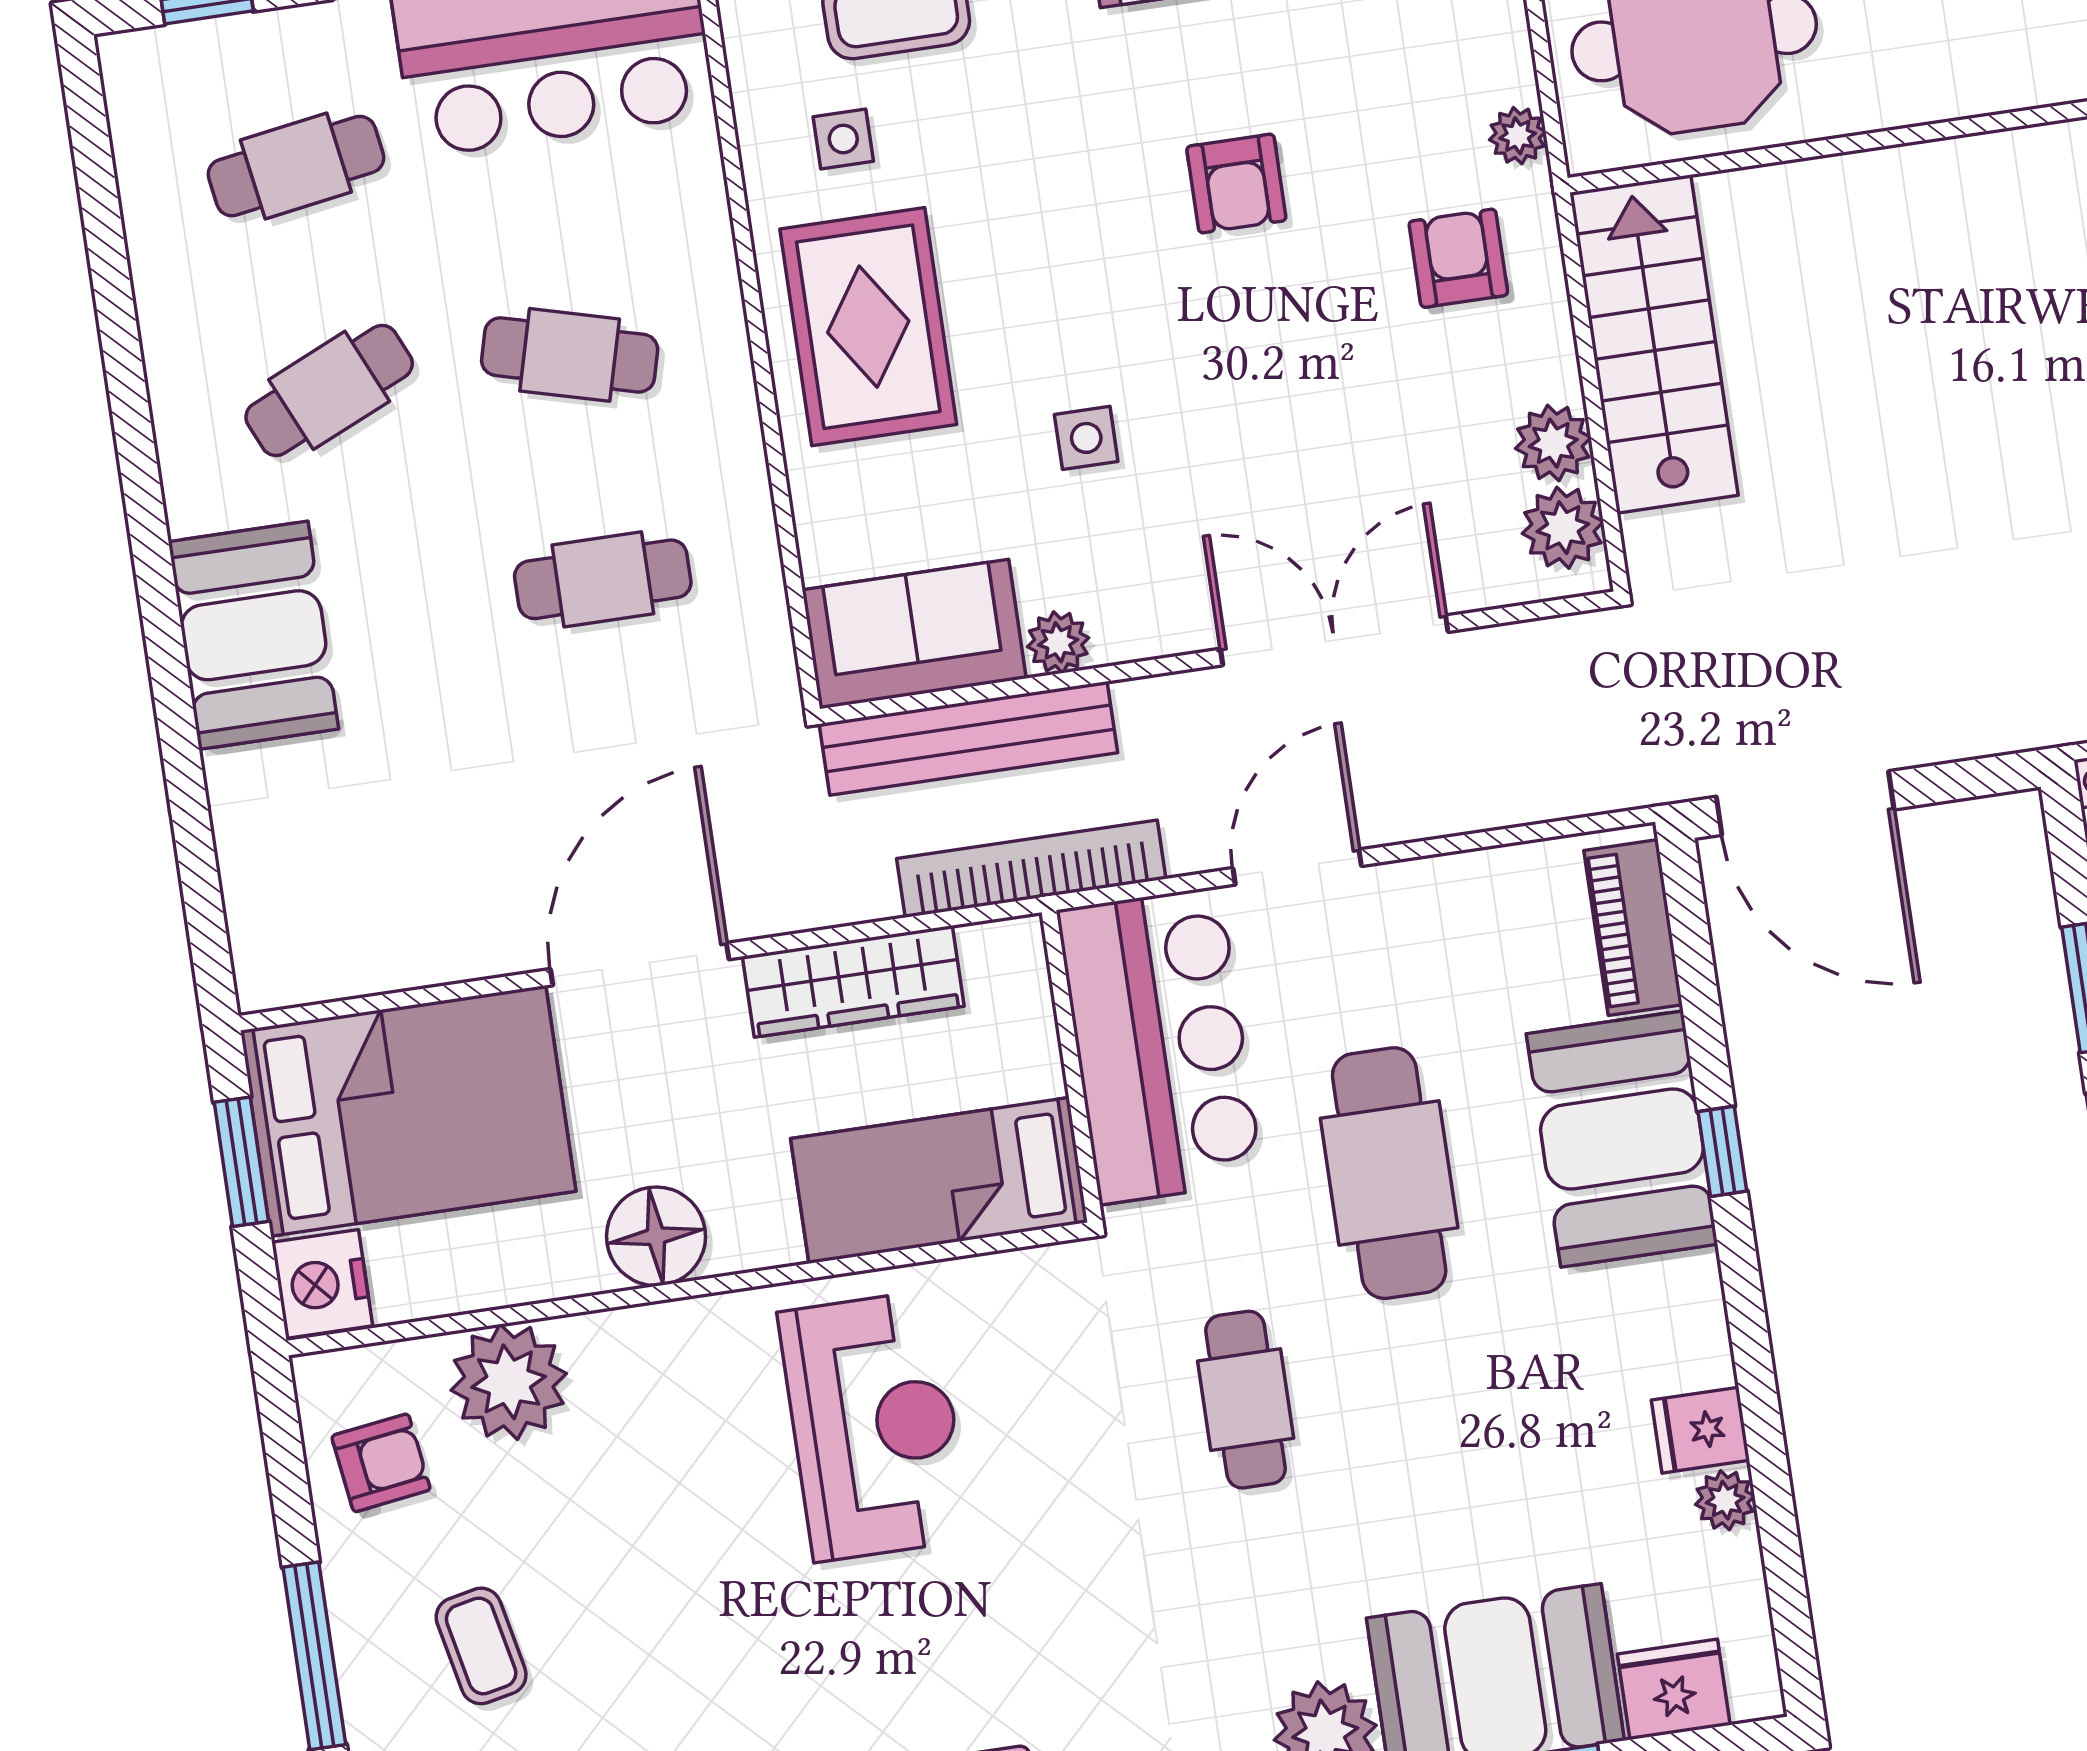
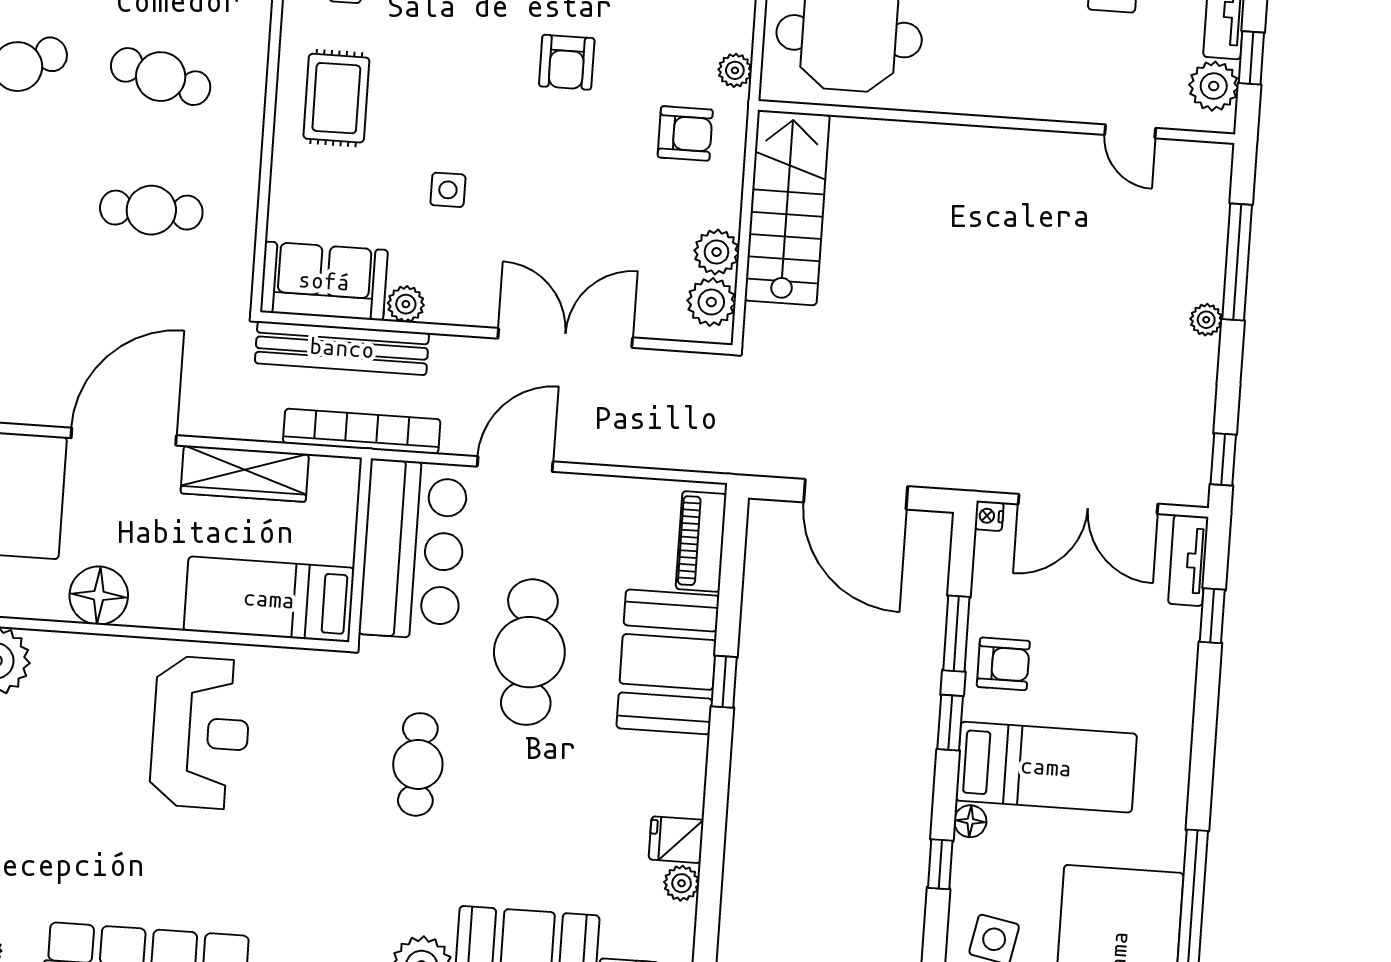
armchair: (1458, 258) -> (685, 133), turned 90
rug: (868, 327) -> (336, 98), width x0.73, depth x0.70
door: (1805, 803) -> (856, 494), moved

